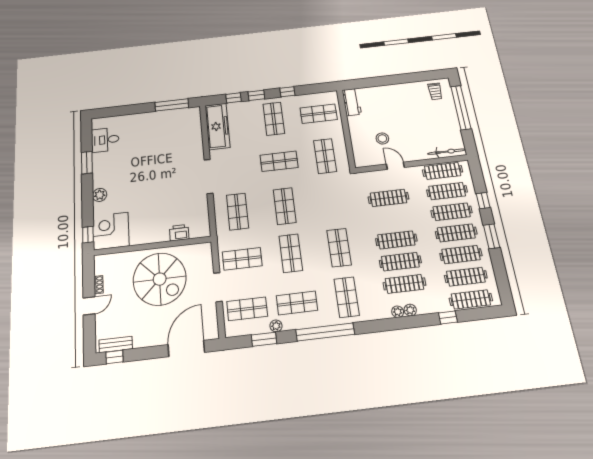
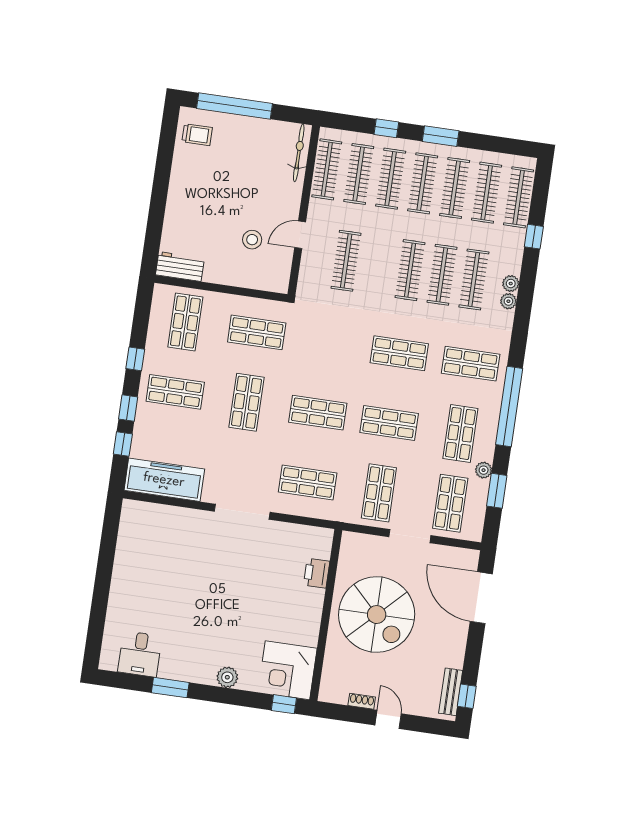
window: (172, 105) -> (109, 541), removed
spiral stairs: (160, 279) -> (377, 615), turned 90

